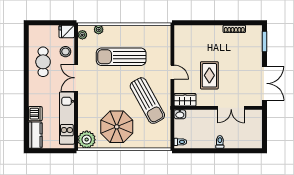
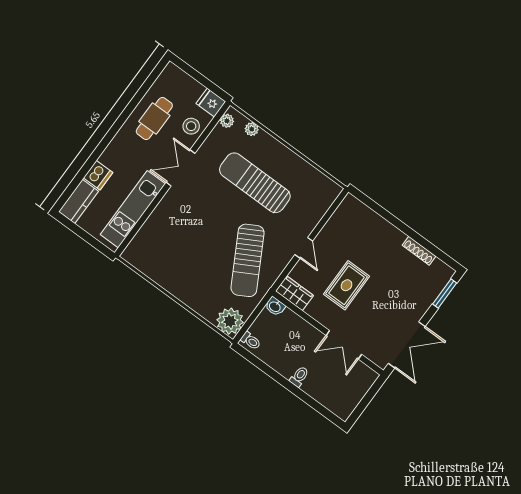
parasol: (117, 127) -> (186, 265), removed
plant: (87, 140) -> (230, 321), moved

